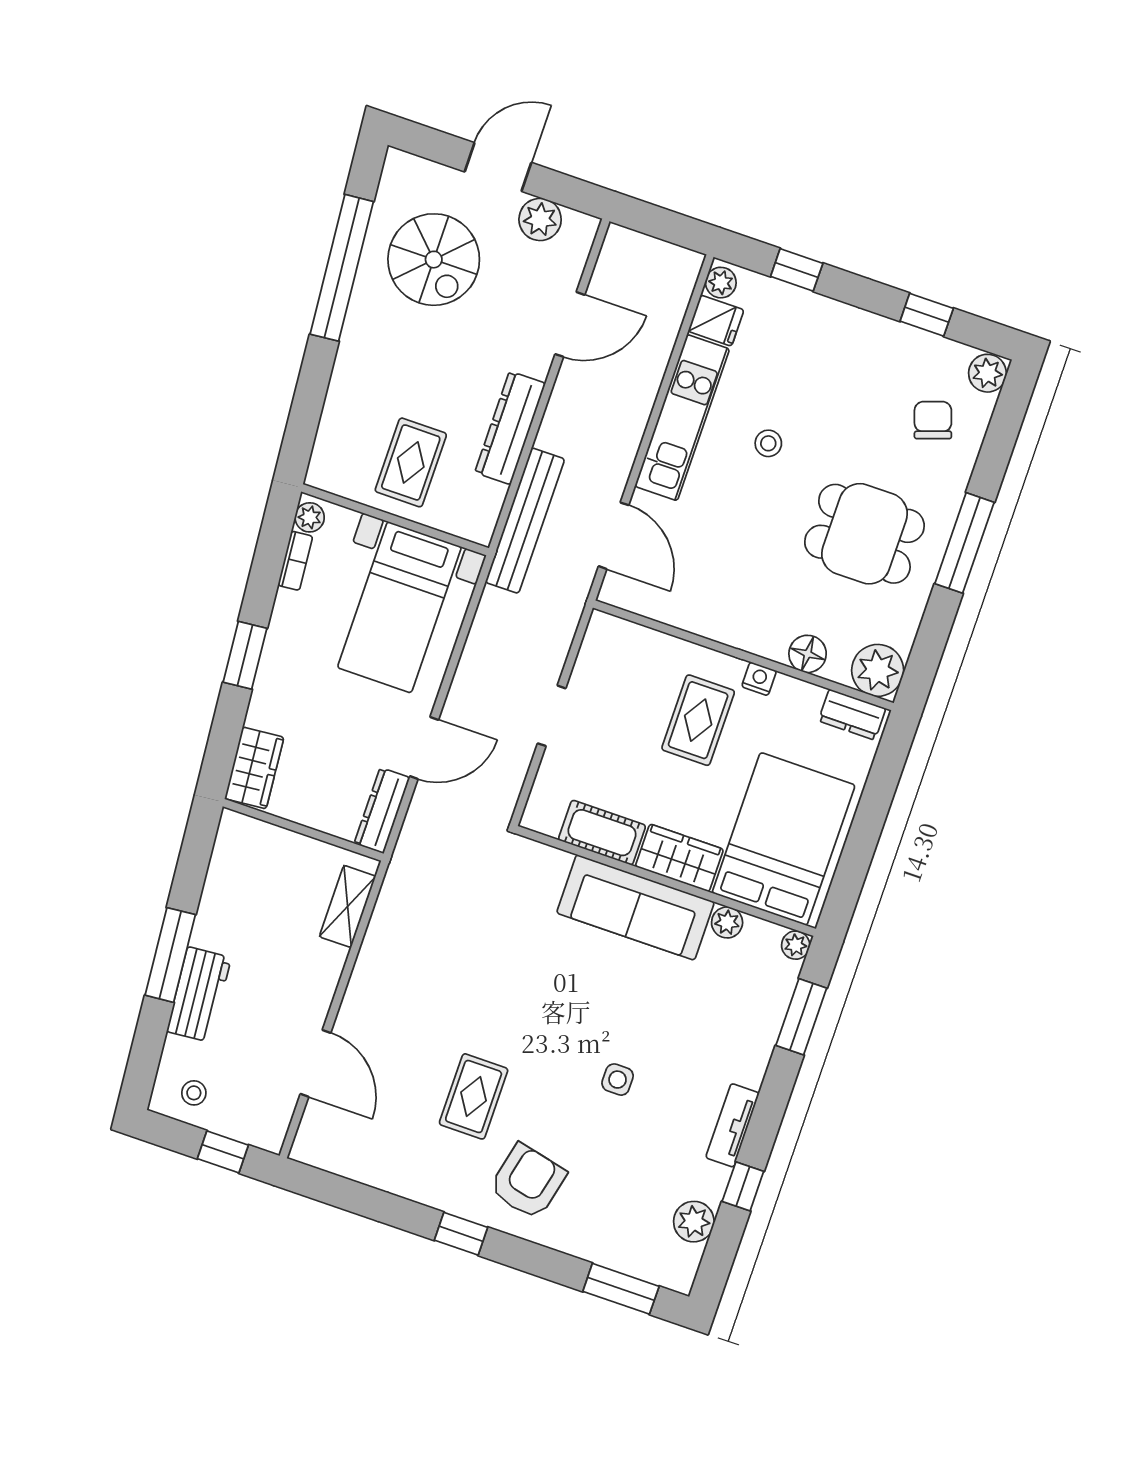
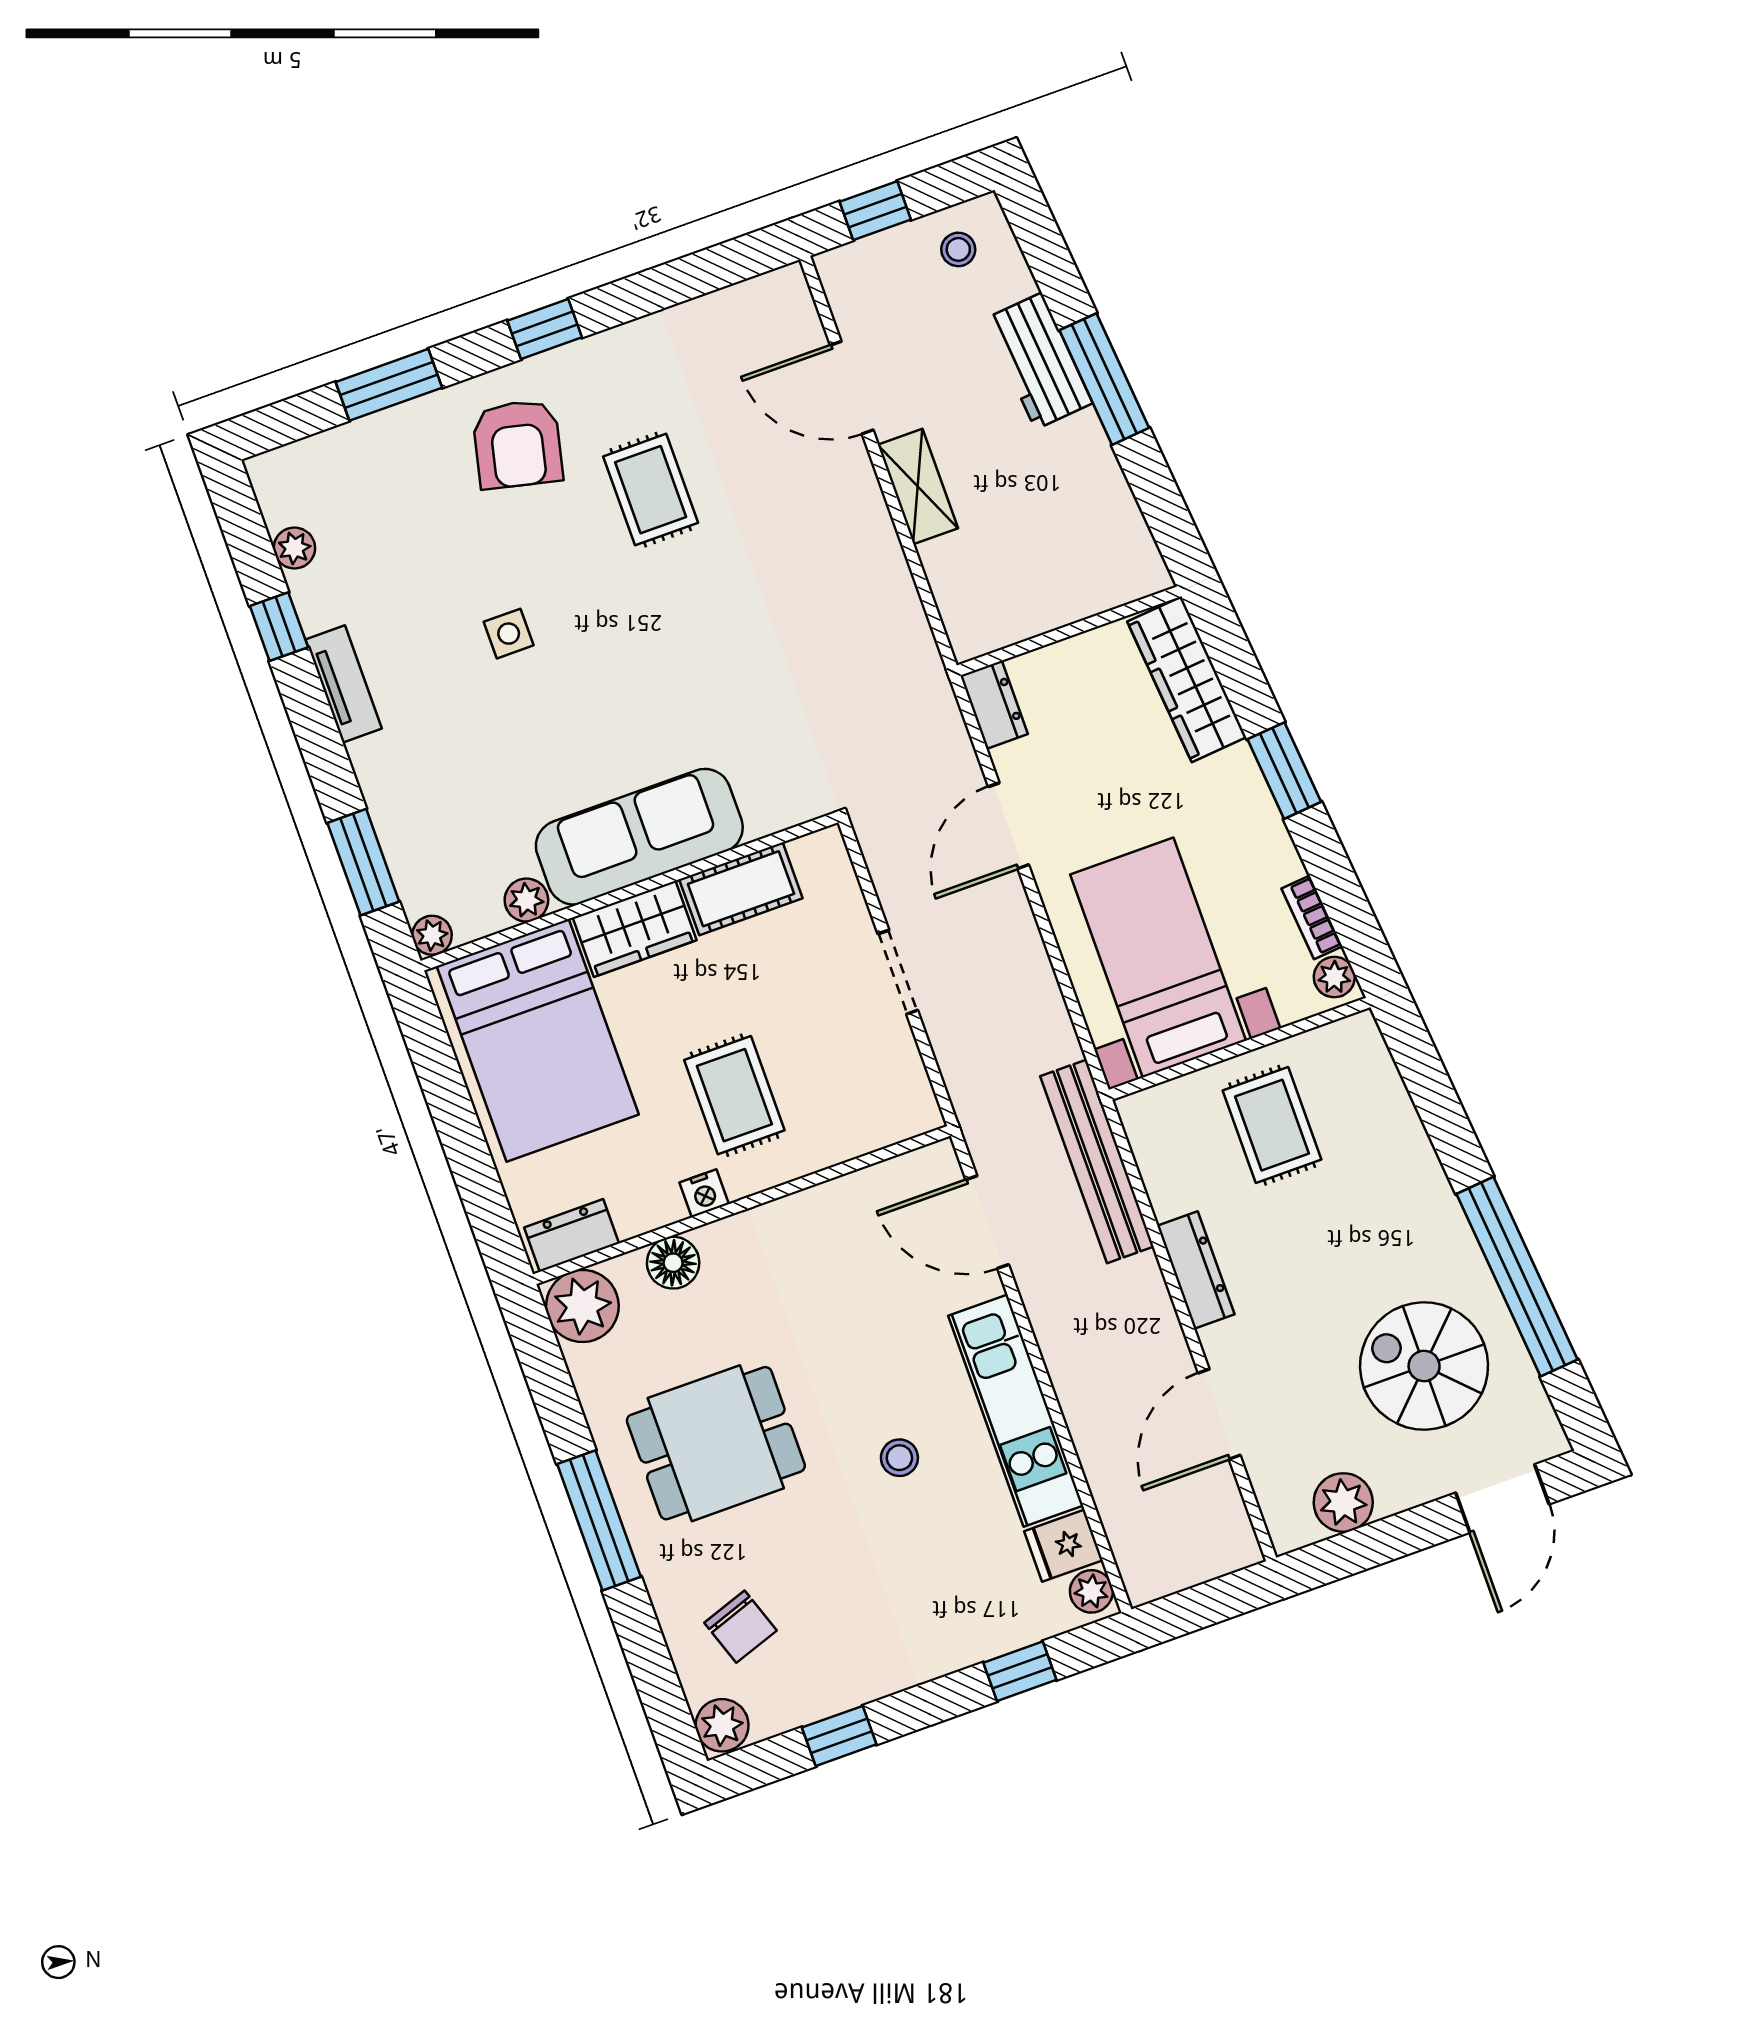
door: (498, 167) -> (1502, 1498), moved
dresser: (510, 428) -> (1196, 1270), width x0.73, depth x0.80
wardrobe: (254, 768) -> (1187, 679), width x1.50
dresser: (382, 811) -> (994, 705), width x0.70
shelving: (348, 906) -> (918, 486), moved
plant: (694, 1222) -> (294, 548), width x0.73, depth x0.73
window: (621, 1289) -> (389, 385), moved

